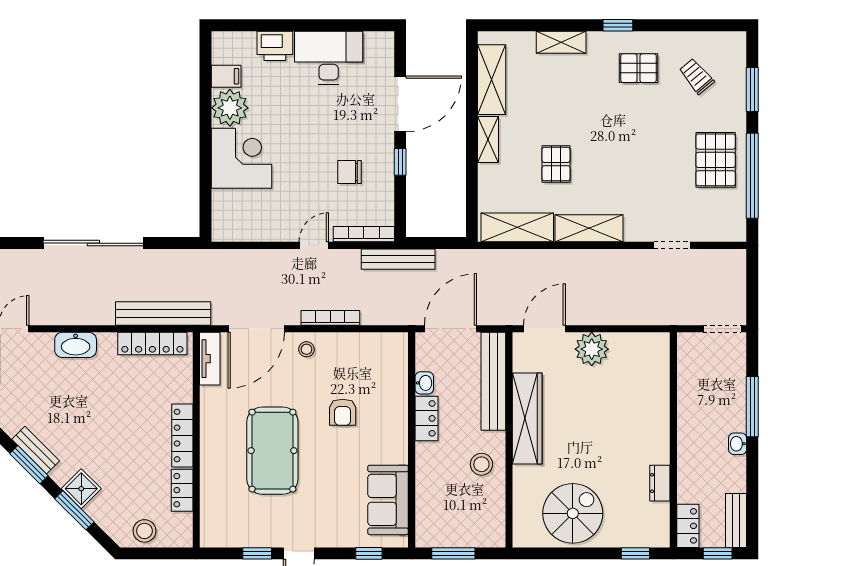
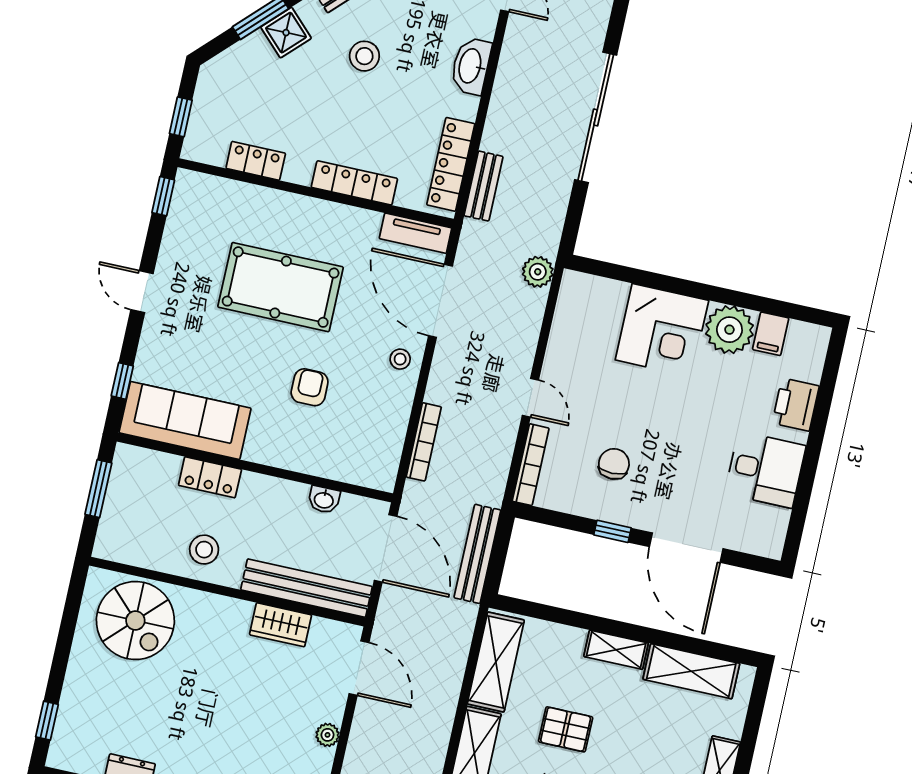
desk: (329, 58) -> (765, 470), width x0.73
bench: (398, 259) -> (477, 554), moved
plant: (218, 261) -> (538, 272), added
bench: (163, 313) -> (484, 186), width x0.54, depth x0.82
bookcase: (330, 318) -> (424, 442), moved
plant: (592, 349) -> (328, 735), width x0.53, depth x0.53
armchair: (343, 412) -> (310, 387), turned 90
locker: (426, 418) -> (210, 477), moved
wardrobe: (527, 418) -> (281, 625), width x0.48, depth x0.85
locker: (182, 436) -> (354, 183), moved
sofa: (388, 500) -> (185, 420), width x1.36
spiral stairs: (573, 513) -> (135, 621), moved
stool: (144, 531) -> (364, 56), moved
window: (162, 553) -> (181, 117), added
window: (257, 553) -> (163, 196), moved

